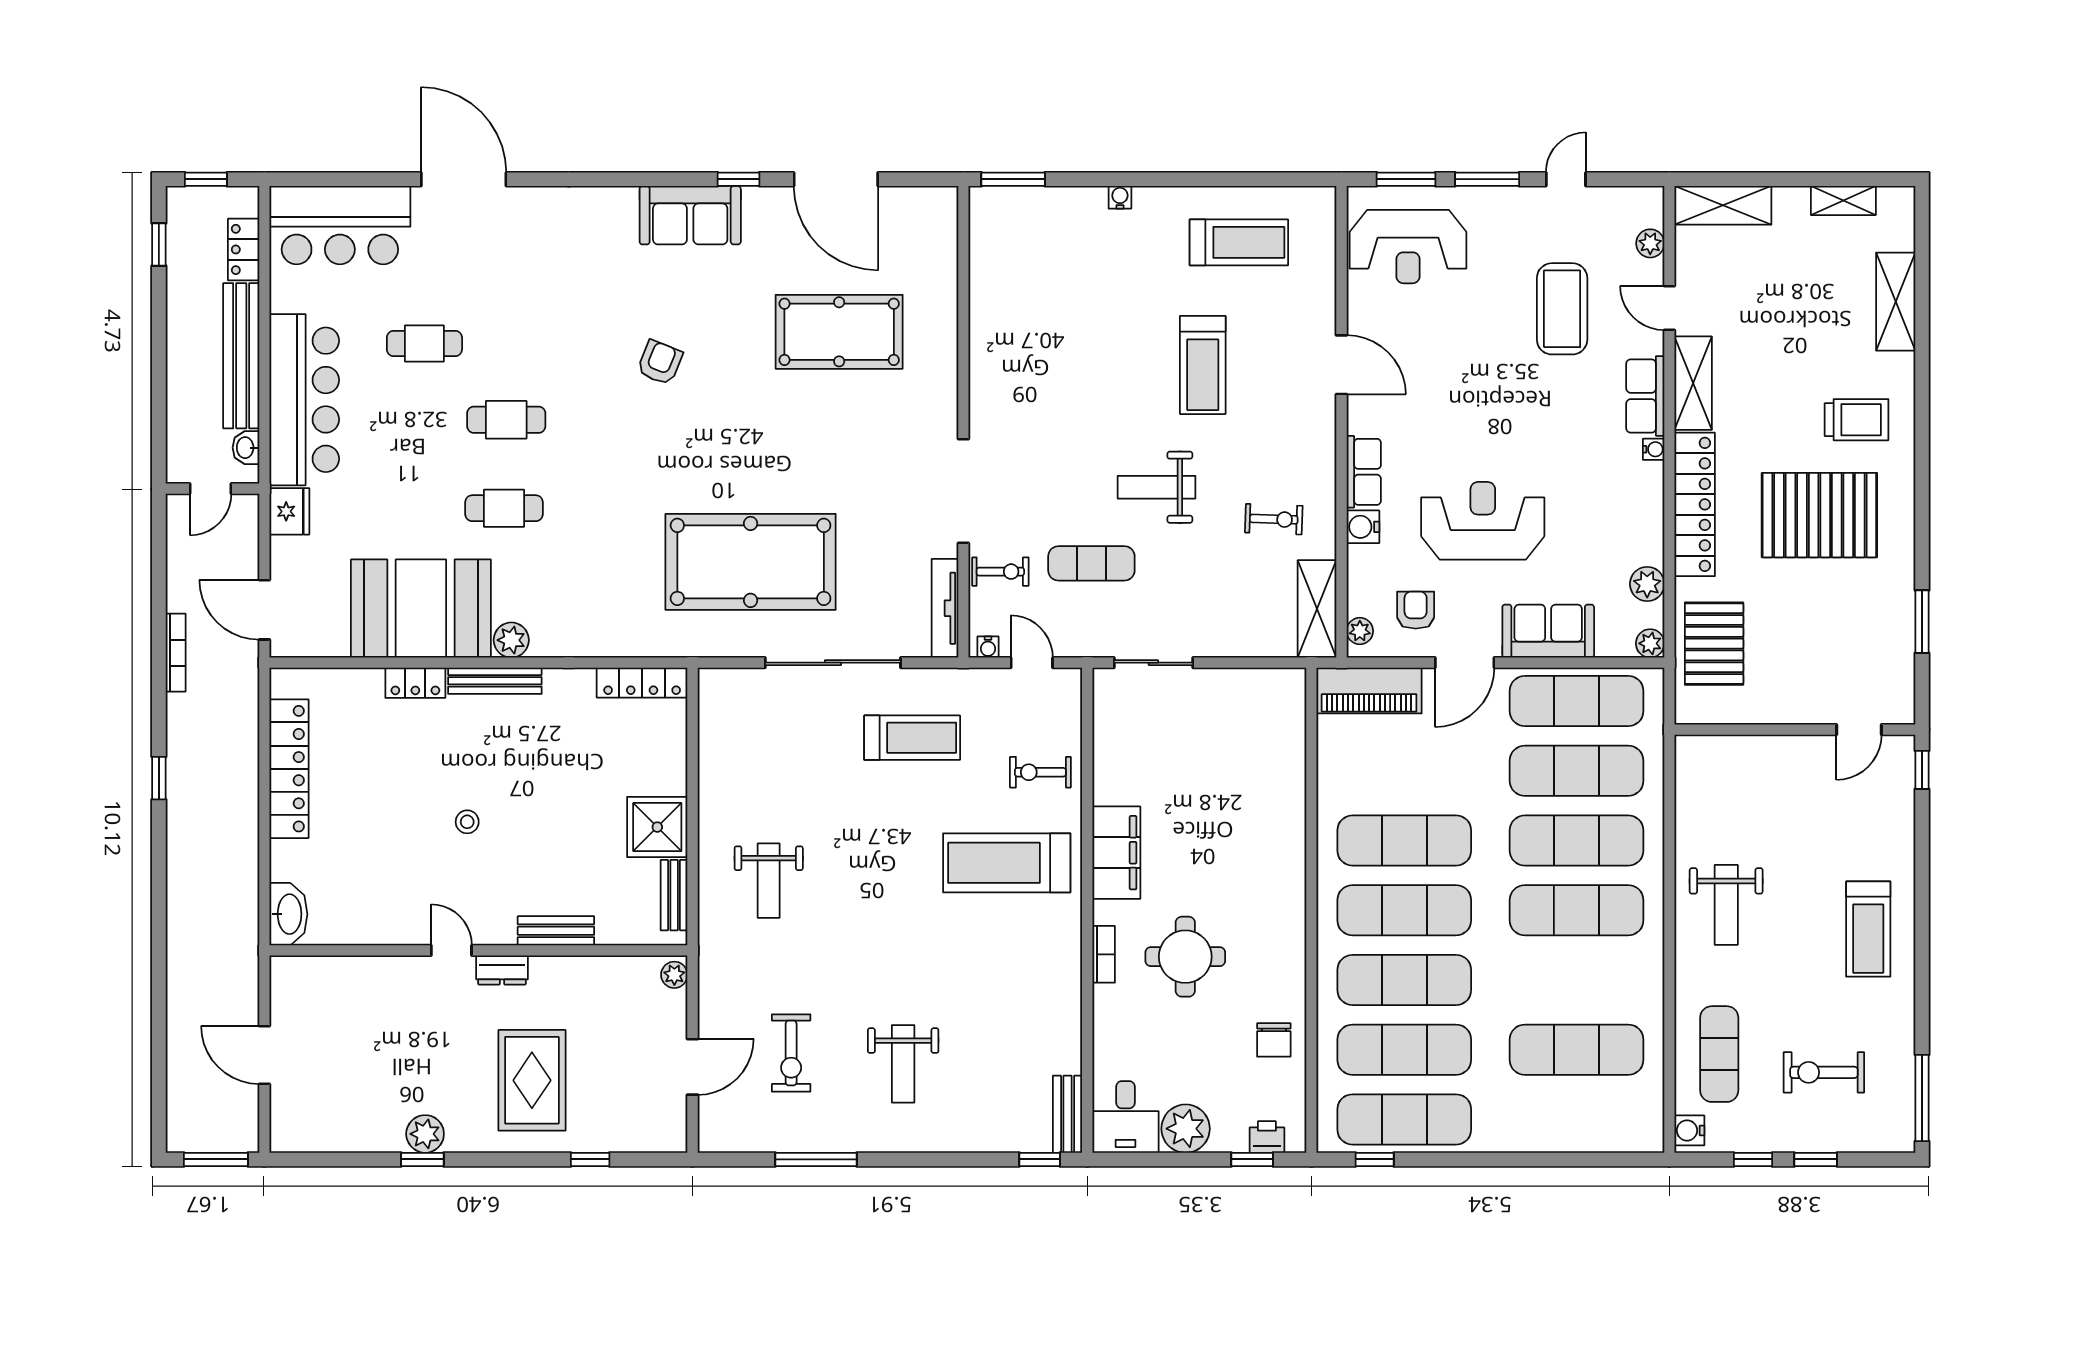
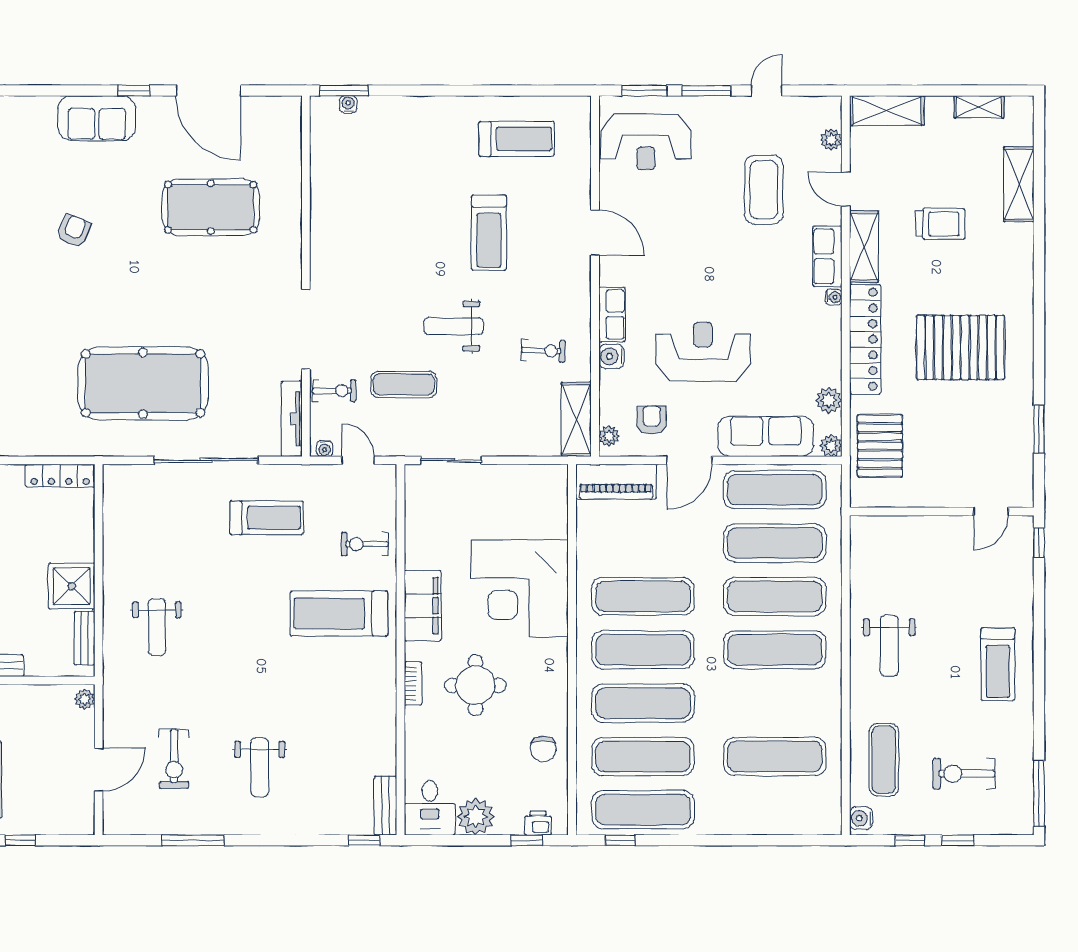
water cooler: (1120, 197) -> (348, 104), moved
trolley: (1857, 420) -> (940, 224), moved
sofa: (1548, 631) -> (766, 436), width x1.36
corner desk: (1243, 830) -> (519, 588), added

